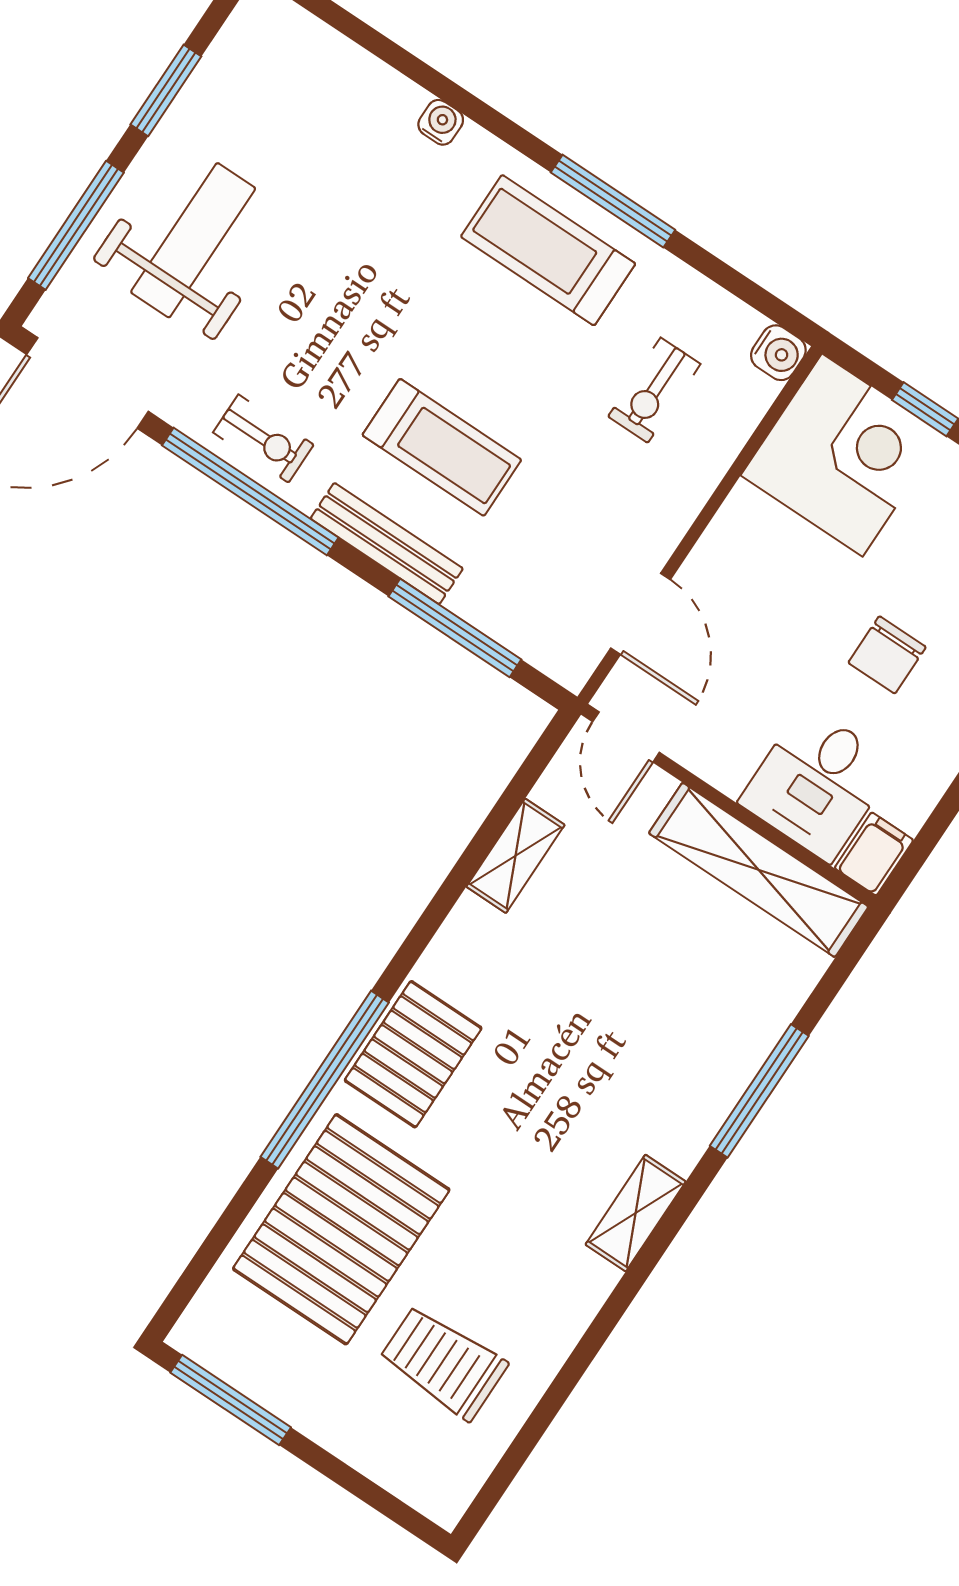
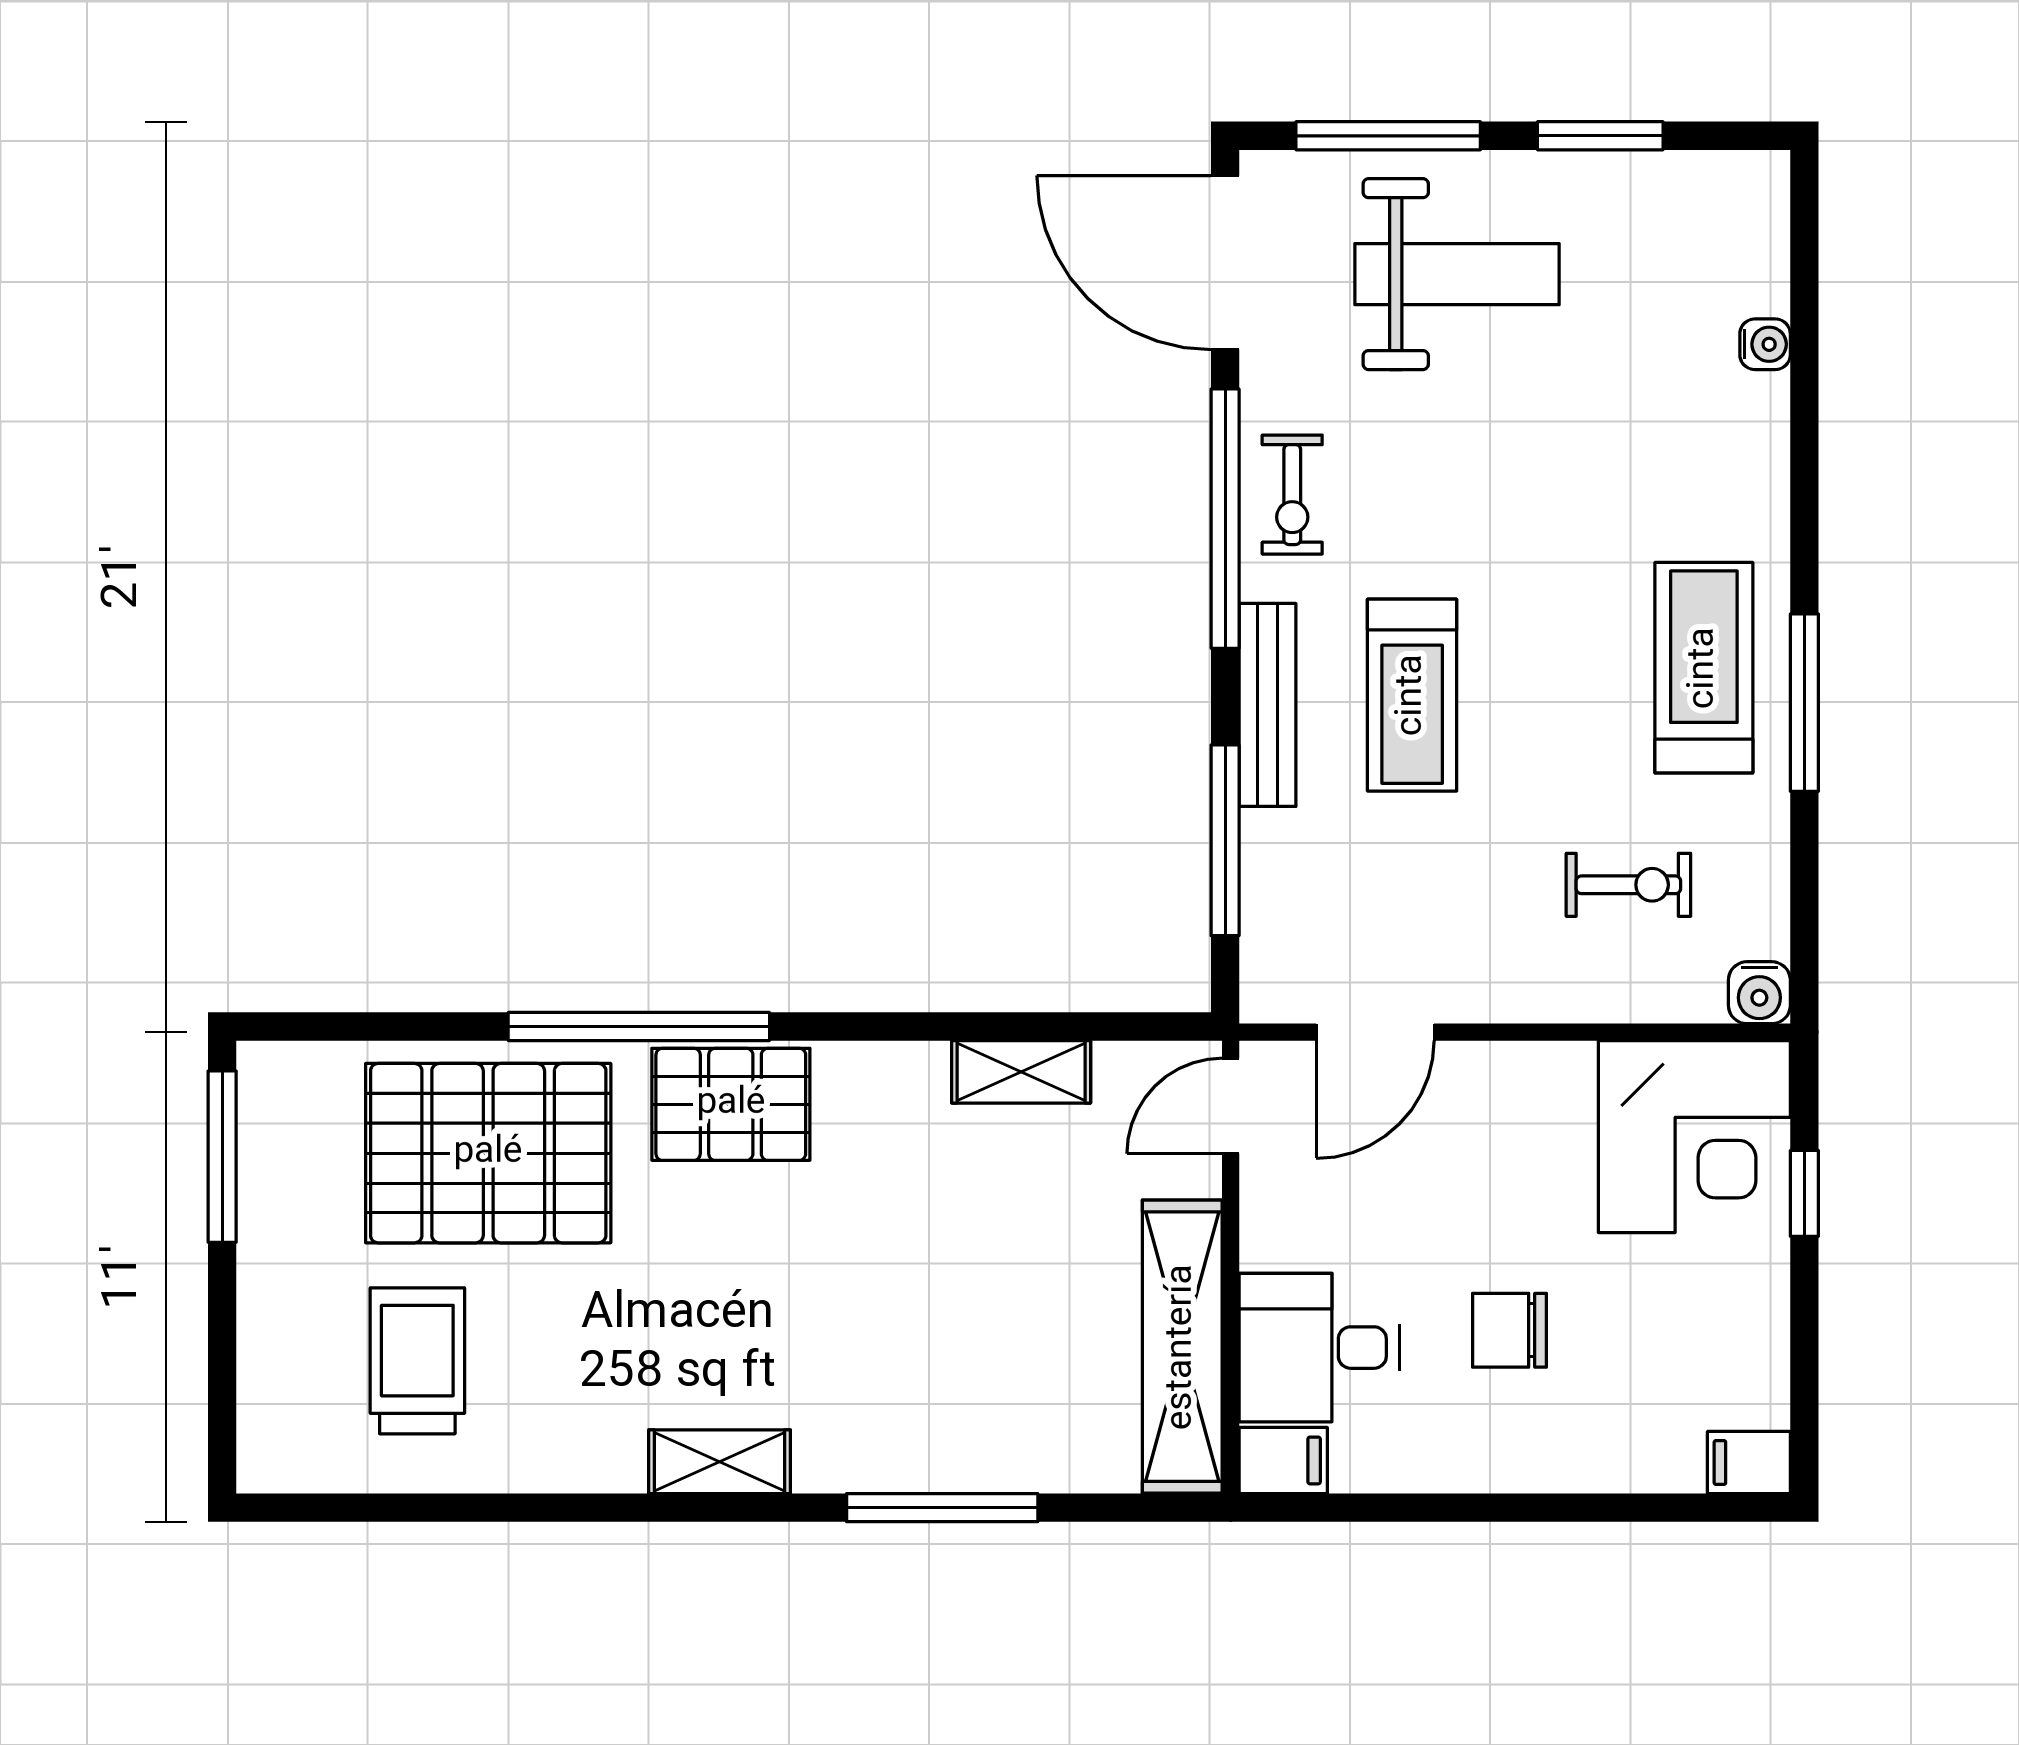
water cooler: (441, 122) -> (1765, 344), moved
exercise bike: (654, 390) -> (1628, 885), turned 180

